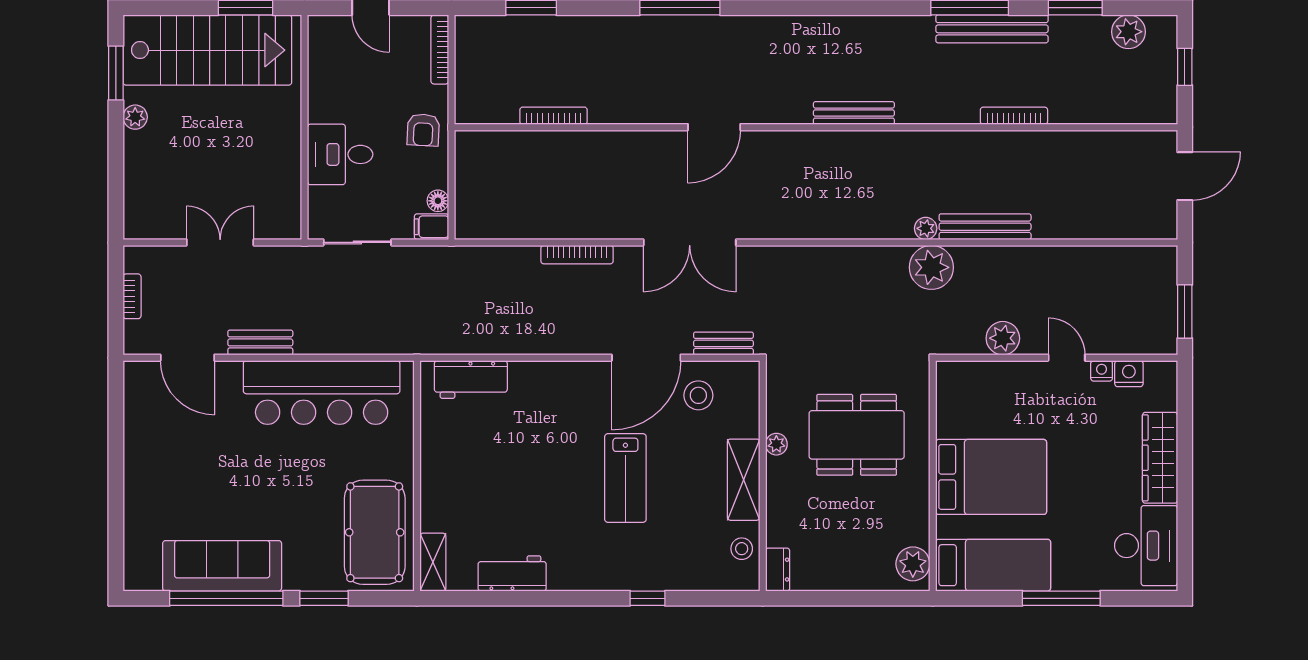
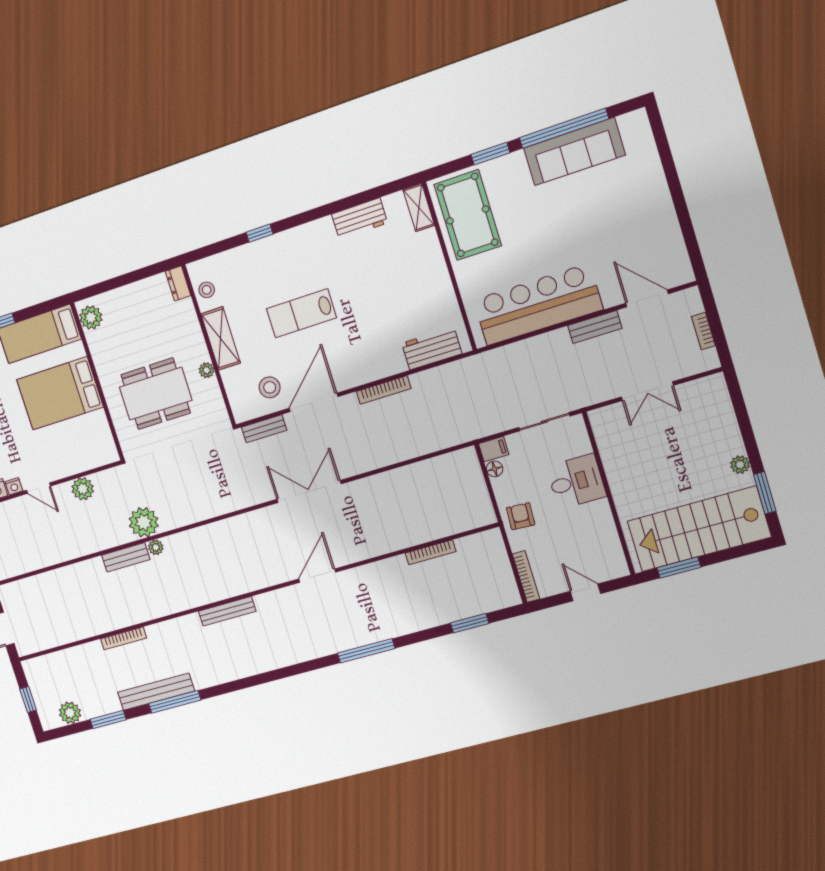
bench: (985, 227) -> (126, 557), width x0.73
bookcase: (577, 255) -> (384, 390), moved, turned 180
lab bench: (625, 478) -> (301, 313), turned -90

